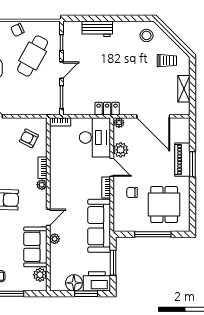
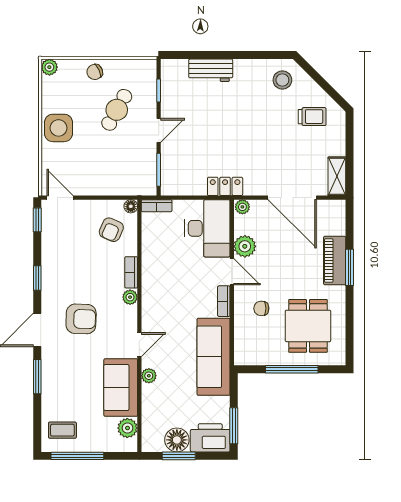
cafe table: (33, 56) -> (117, 110), width x0.73, depth x0.74
shelving: (184, 89) -> (337, 176), moved
floor lamp: (42, 122) -> (131, 206), added
armchair: (29, 138) -> (111, 230), turned -93
window: (113, 263) -> (234, 426), moved
window: (86, 294) -> (179, 456), moved

